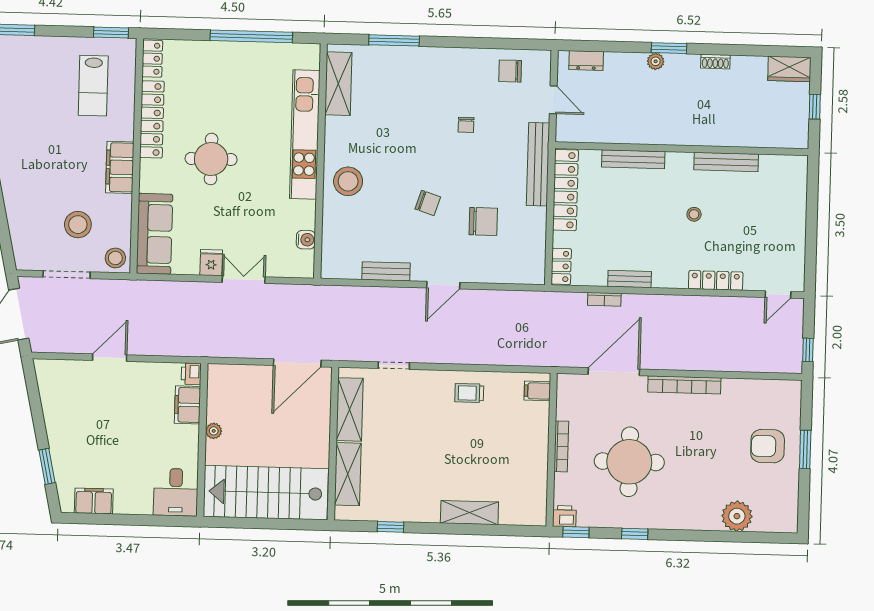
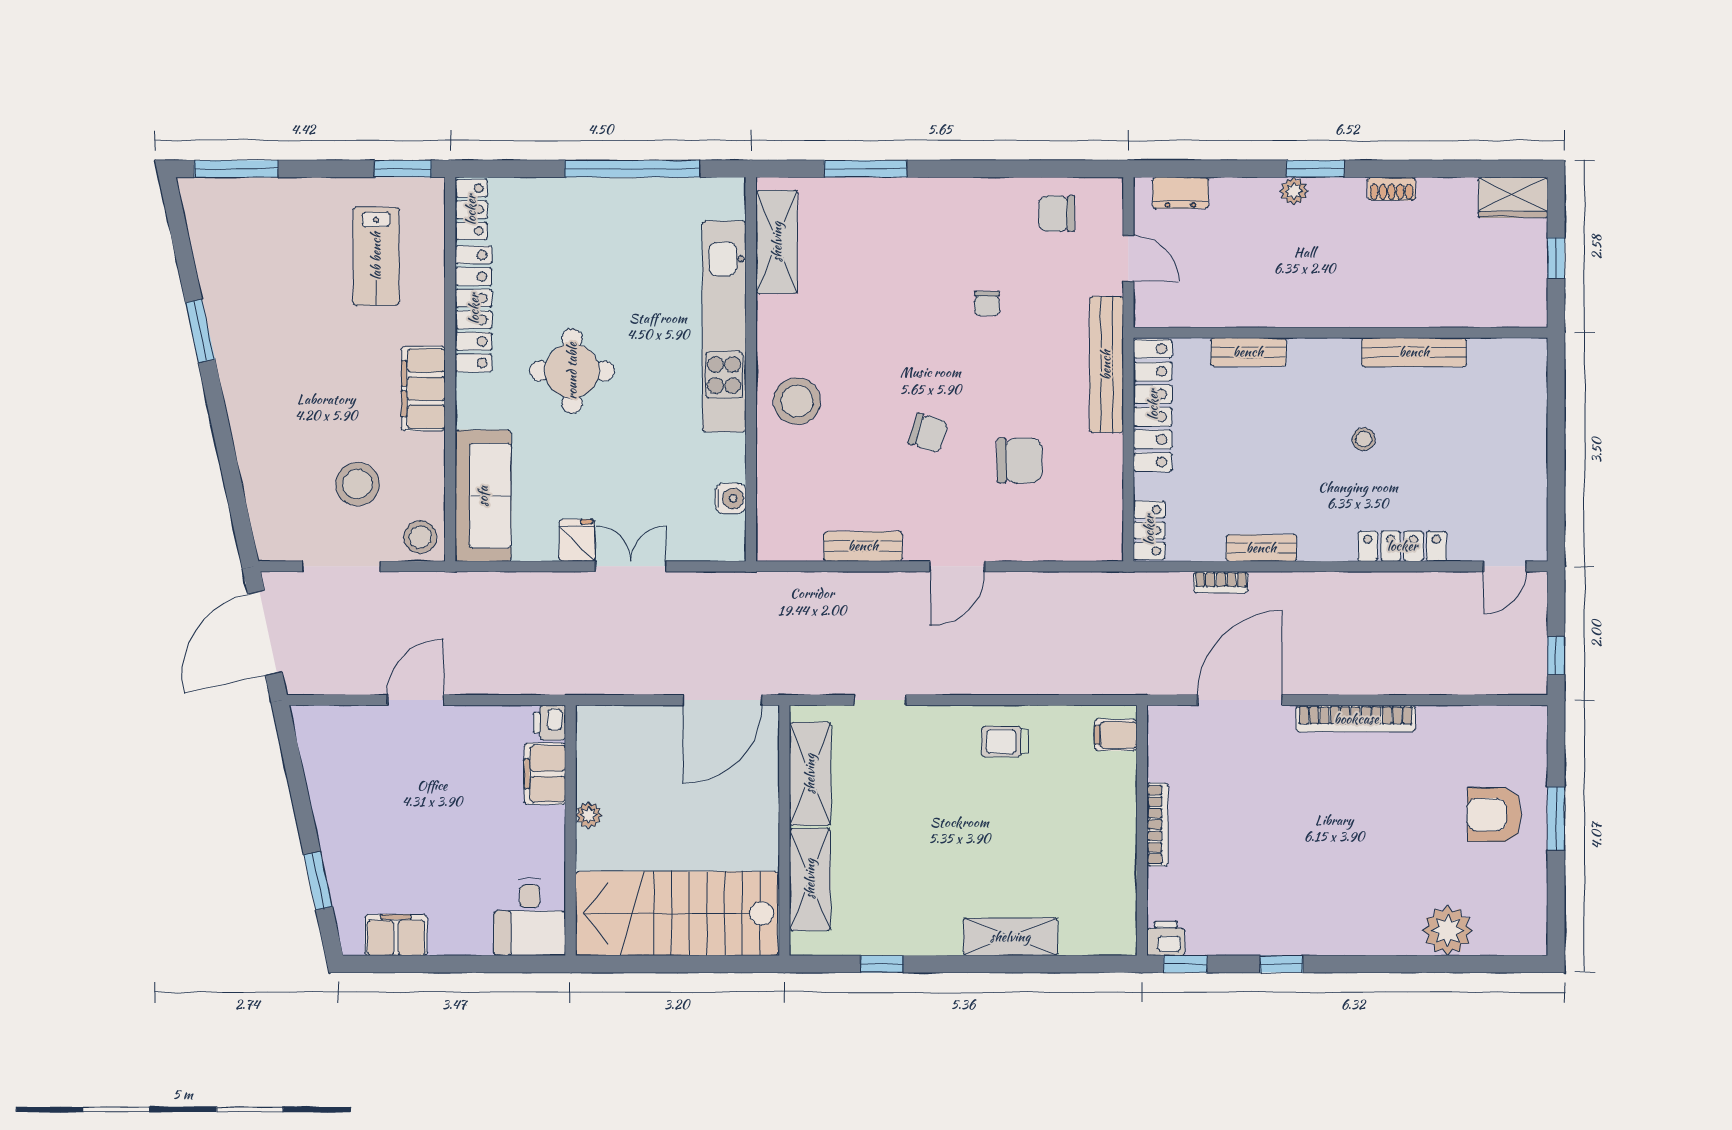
bench: (633, 159) -> (1248, 352), width x0.73
round table: (629, 462) -> (1269, 847), removed

